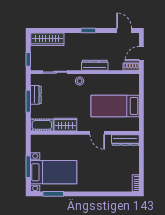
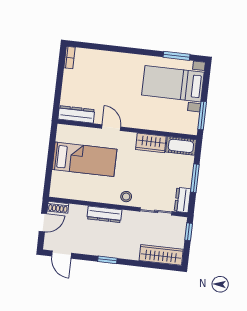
dresser: (36, 95) -> (182, 200), moved
window: (28, 167) -> (202, 116), moved

